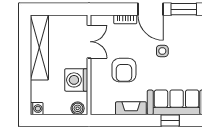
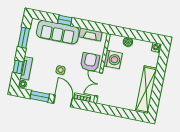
double door: (89, 42) -> (99, 84), moved
wall: (89, 65) -> (102, 68), moved
washing machine: (76, 80) -> (113, 59), moved

